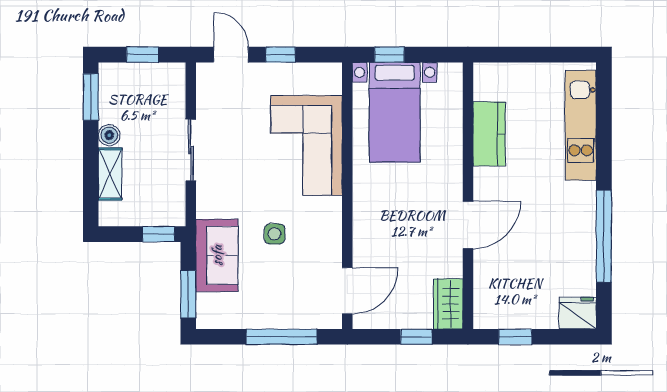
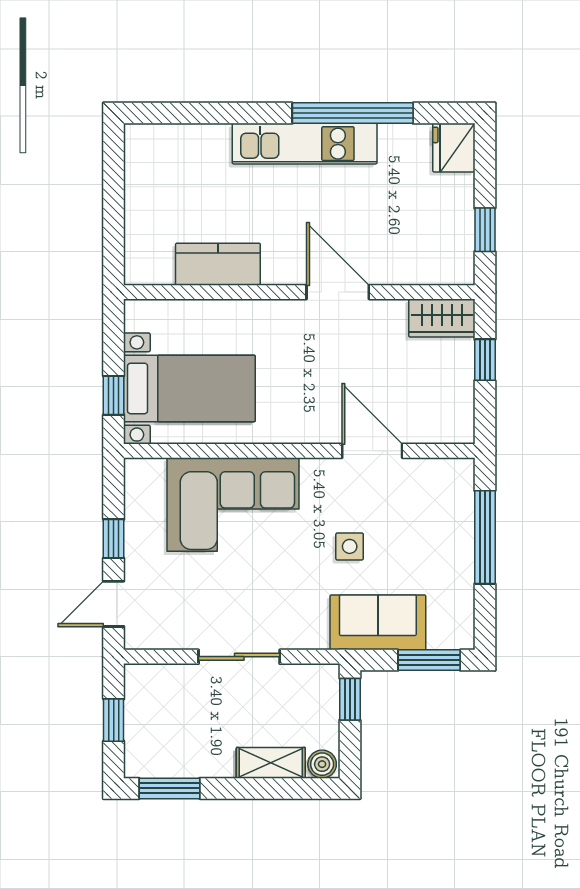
kitchen unit: (581, 125) -> (305, 144), moved
boiler: (109, 135) -> (322, 764), moved
door: (347, 291) -> (372, 451), moved

